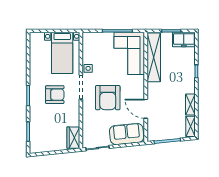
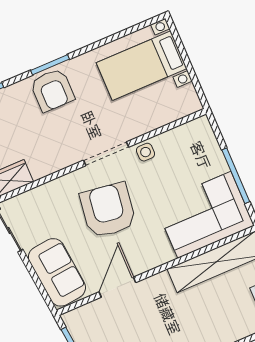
bed with nightstands: (62, 53) -> (142, 66), moved
armchair: (55, 95) -> (52, 90), moved
armchair: (108, 98) -> (108, 210), turned 98

